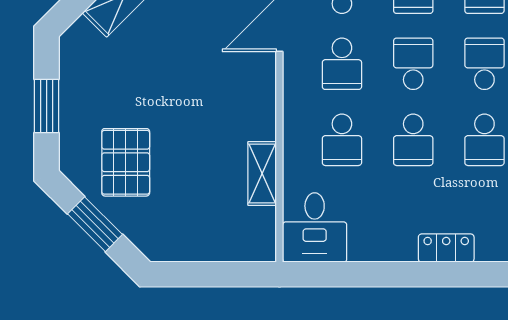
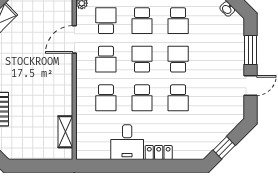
shelving: (262, 174) -> (65, 132), moved
desk: (315, 227) -> (127, 142), moved

